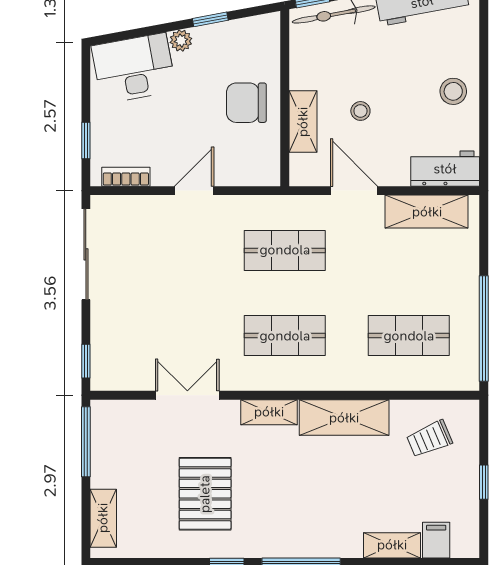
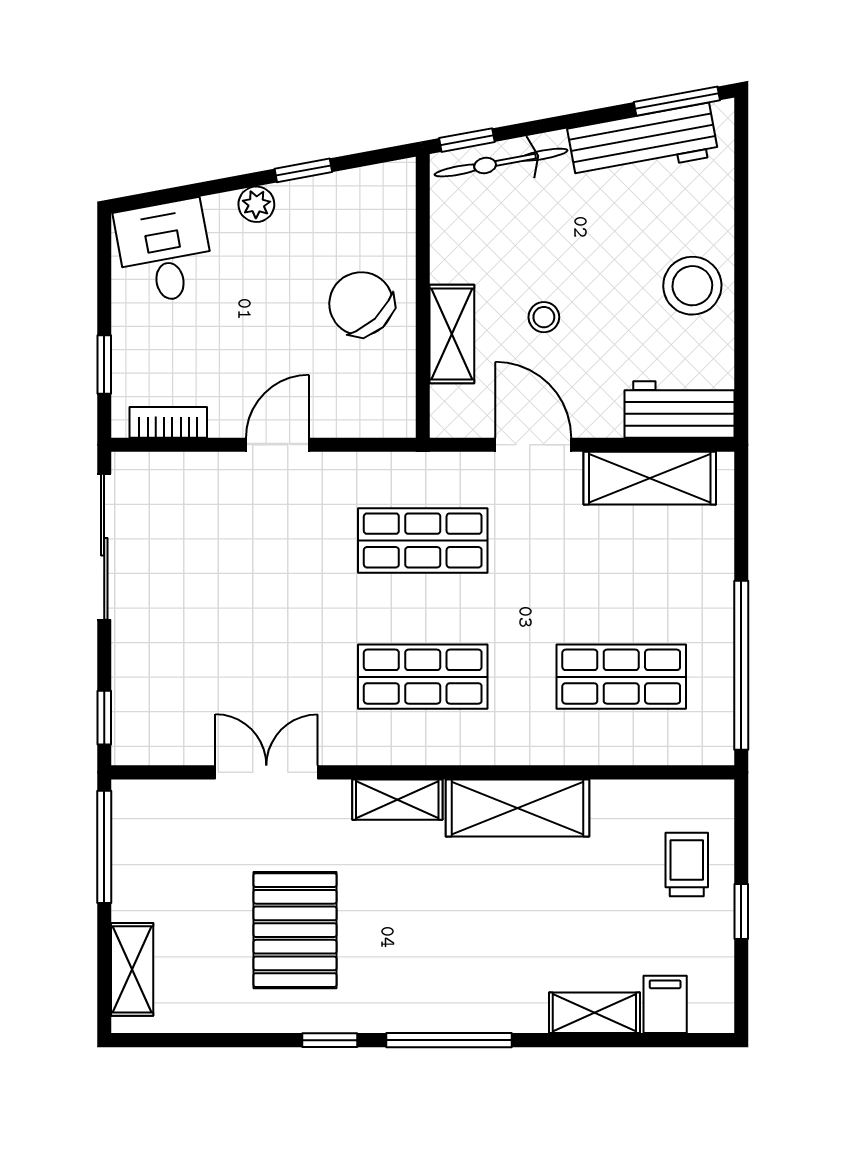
desk: (134, 68) -> (165, 252), width x0.73
stool: (453, 91) -> (692, 286), width x1.38, depth x1.38
chair: (246, 103) -> (361, 304), turned 47
trolley: (429, 439) -> (687, 864), moved, turned 113

